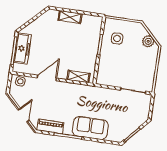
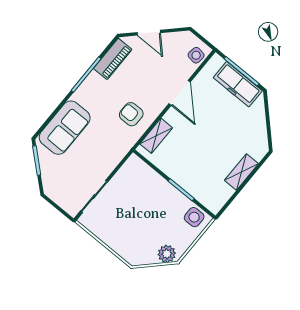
side table: (117, 38) -> (194, 217), moved
plant: (148, 41) -> (167, 254), moved
armchair: (75, 98) -> (131, 114), added
sofa: (90, 128) -> (65, 128), moved

